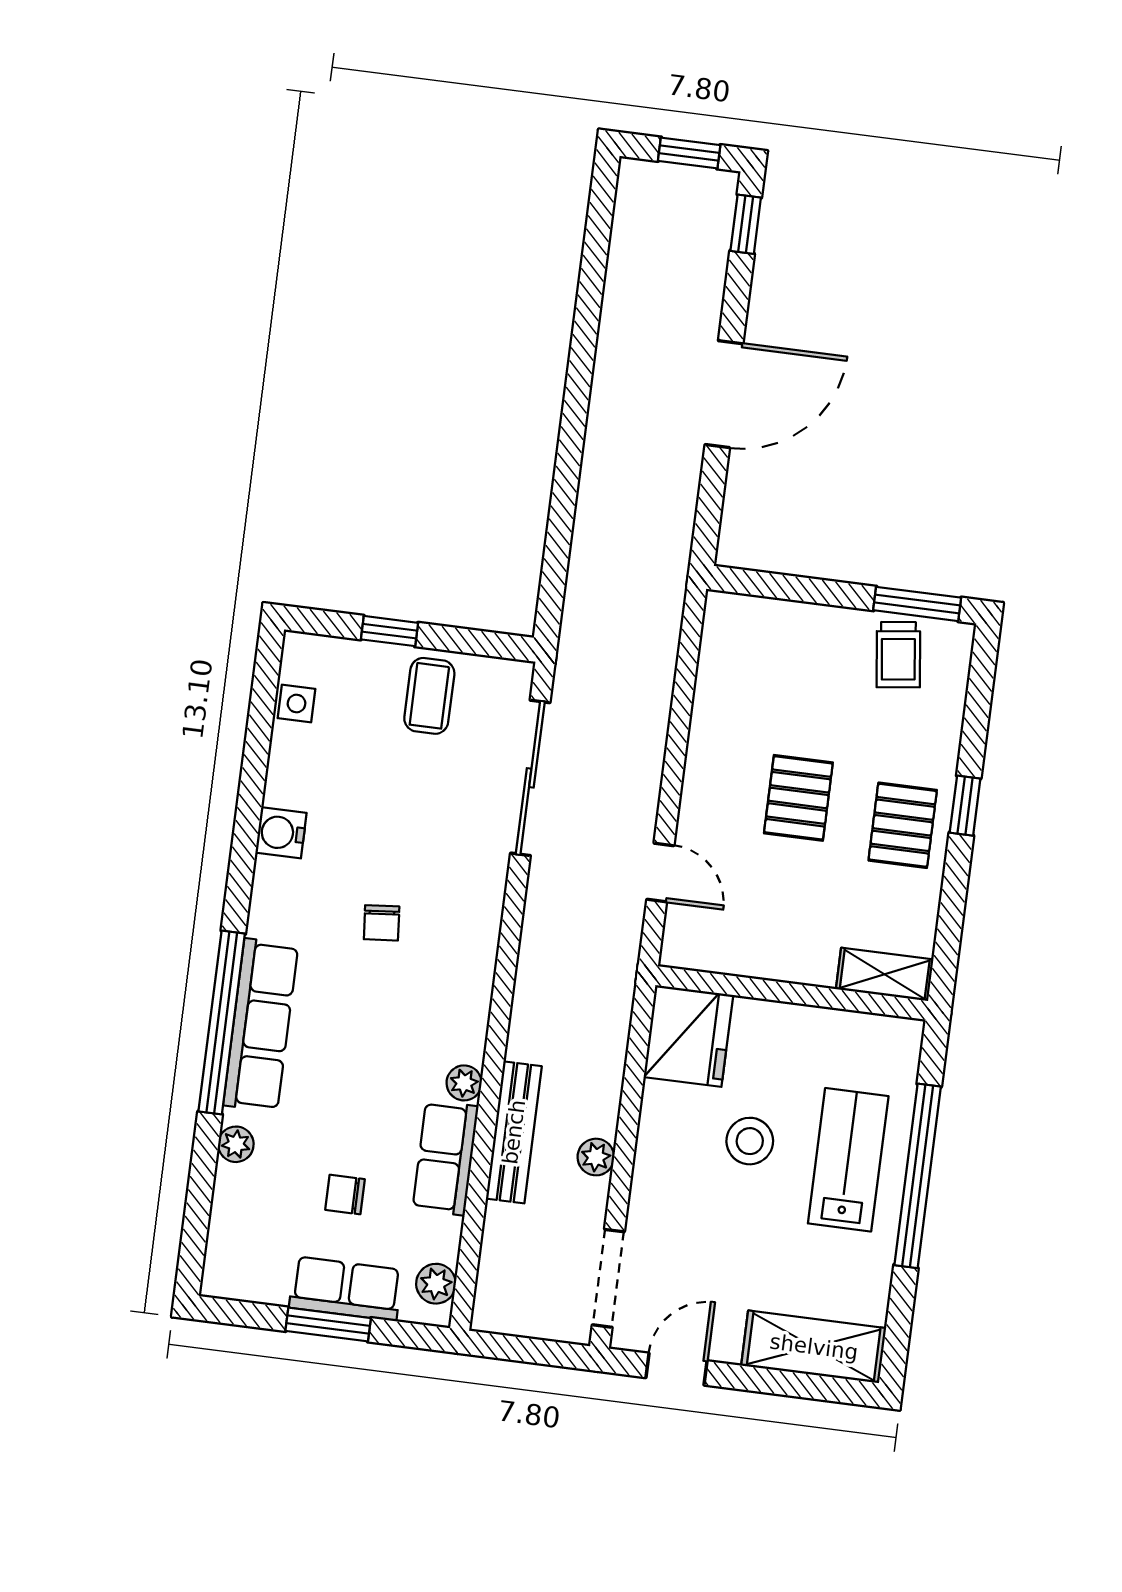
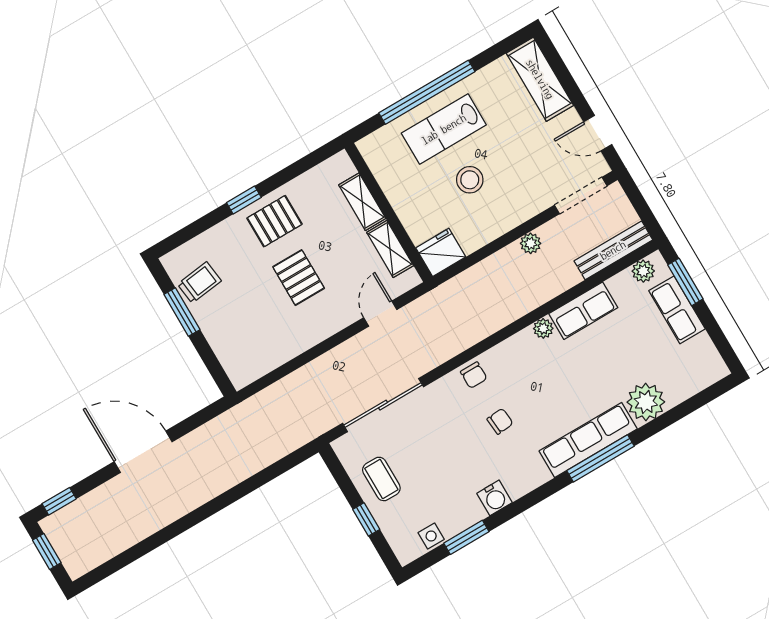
window: (917, 604) -> (182, 312), moved
coffee table: (429, 696) -> (381, 479), turned 90
window: (257, 751) -> (466, 537), added
pallet: (798, 798) -> (299, 278), turned 90
shelving: (740, 956) -> (390, 249), added
shelving: (885, 974) -> (362, 202), moved
window: (222, 1023) -> (601, 458), width x0.68
fridge: (688, 1036) -> (441, 252), width x0.73, depth x0.75
bench: (514, 1132) -> (613, 250), moved
plant: (236, 1144) -> (646, 402), width x1.88, depth x1.88
chair: (345, 1195) -> (474, 375), moved
window: (328, 1325) -> (685, 282), moved

